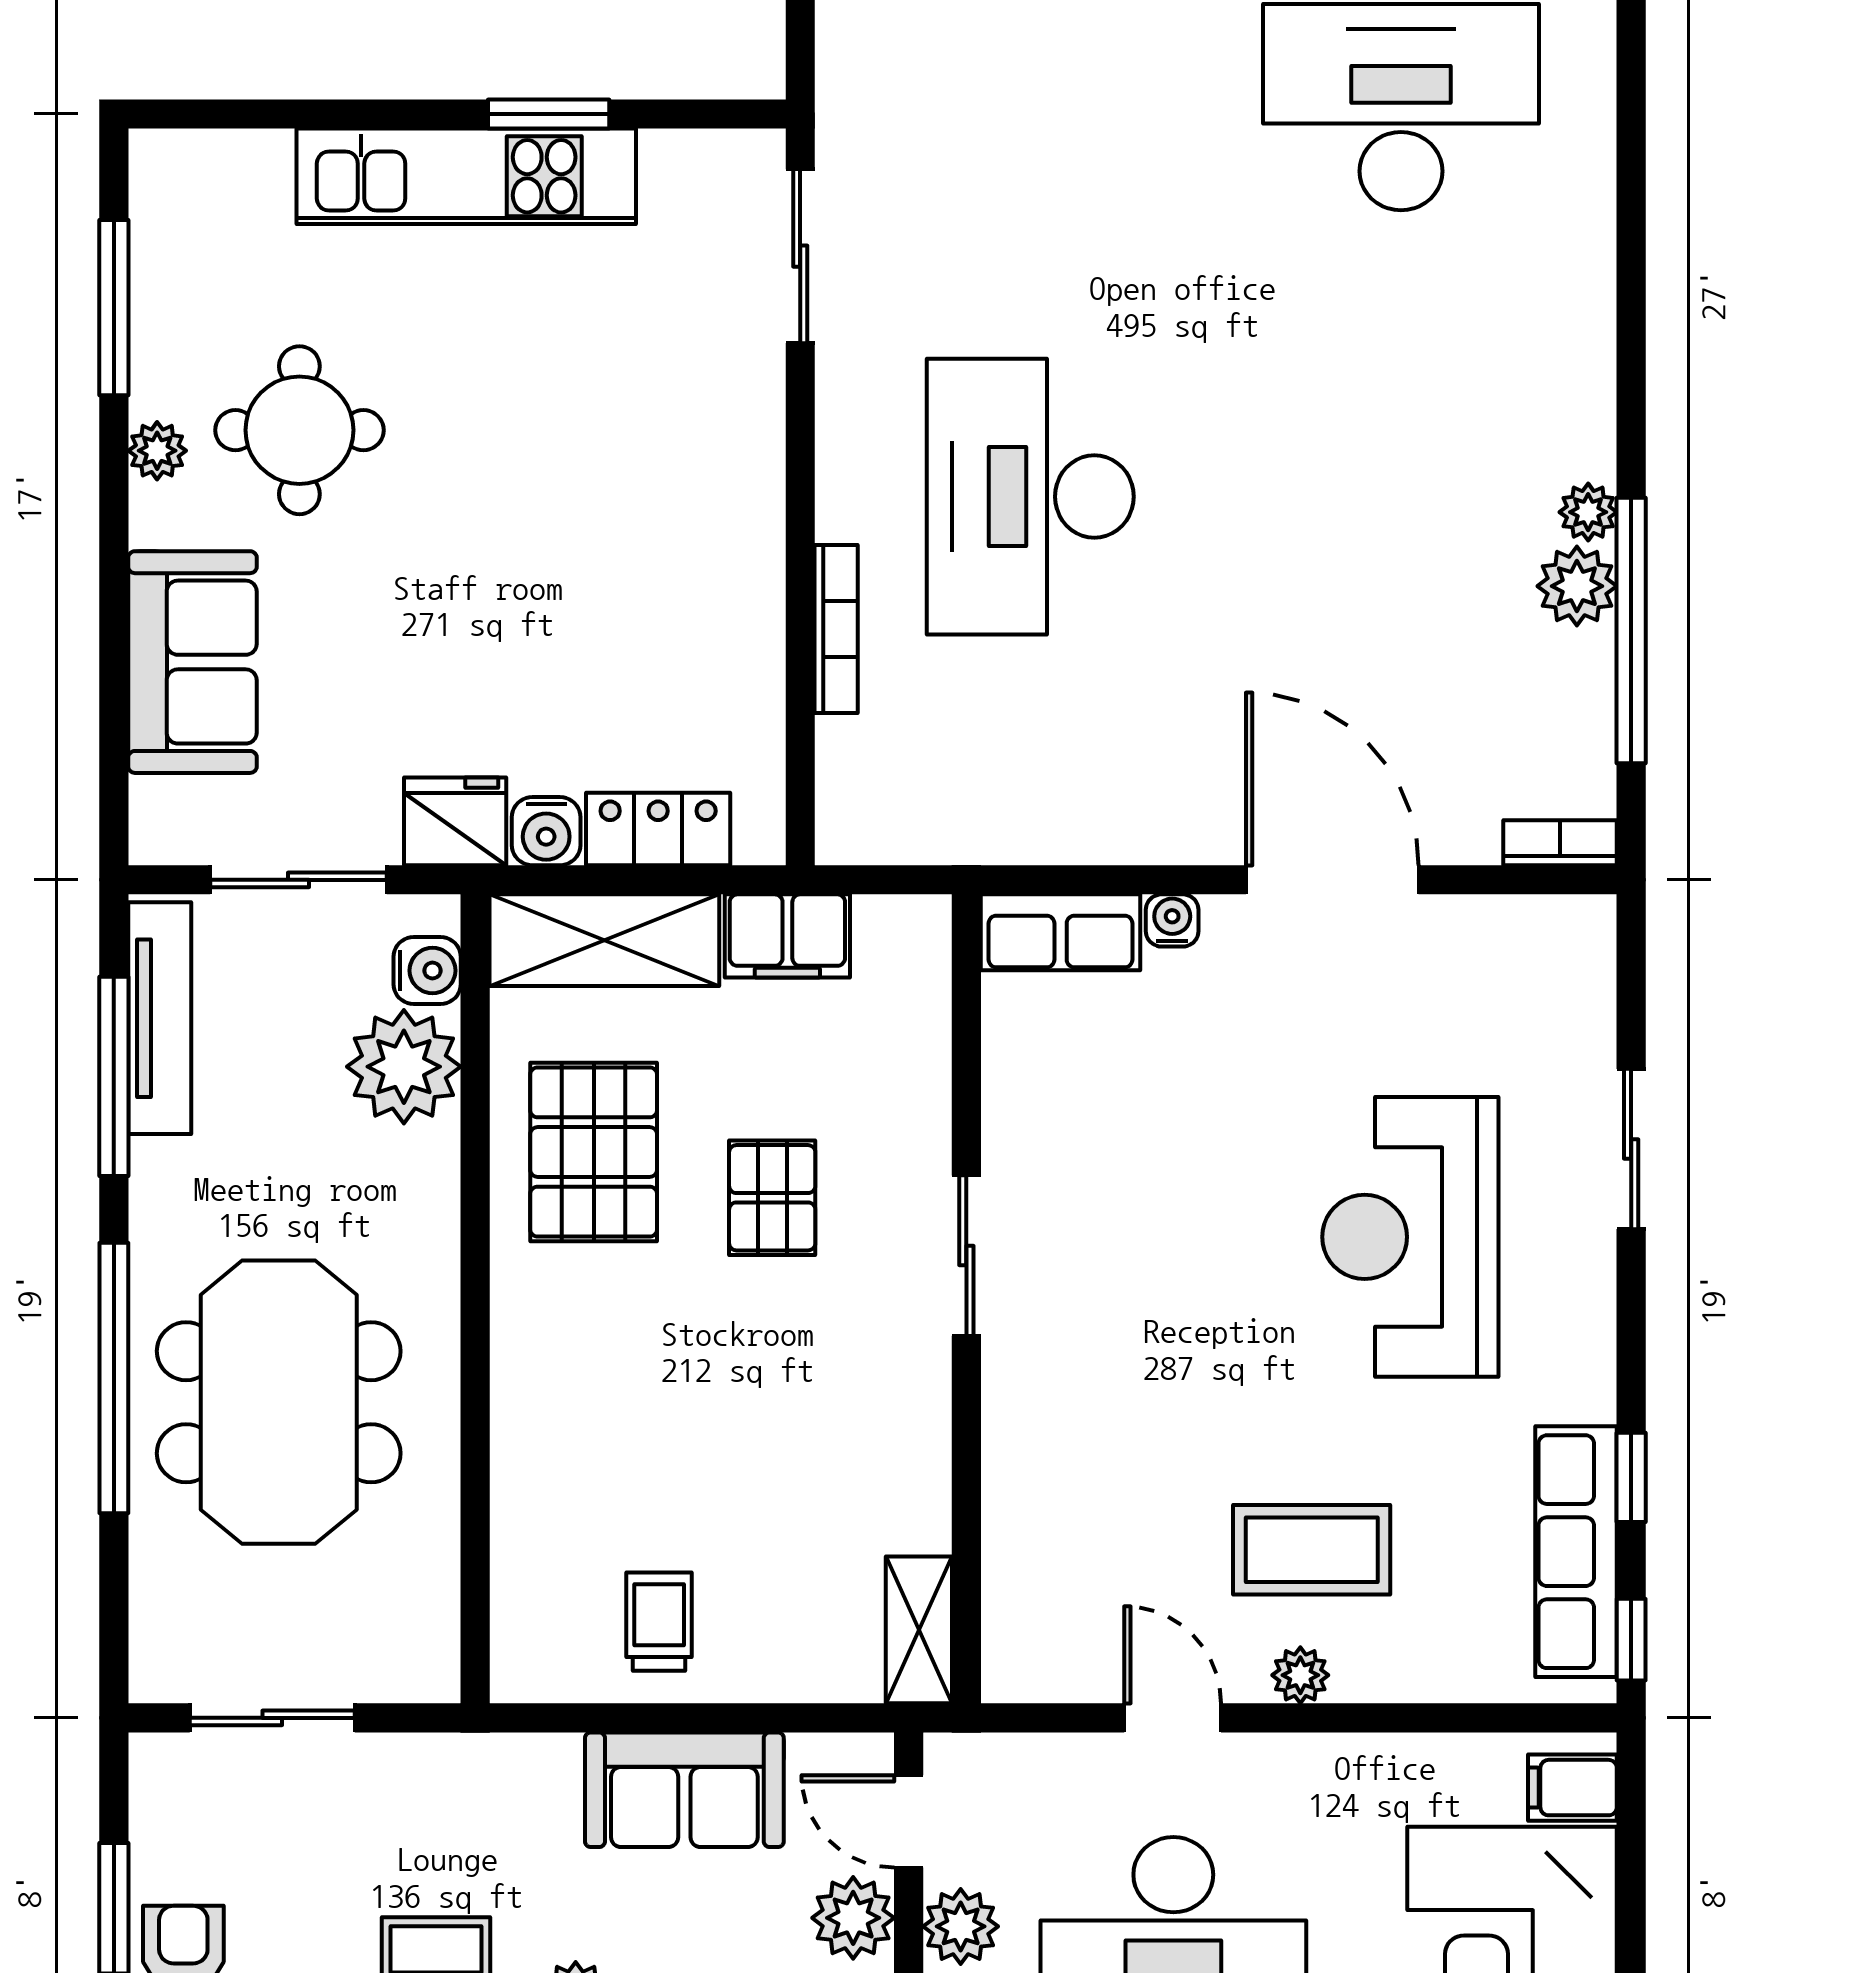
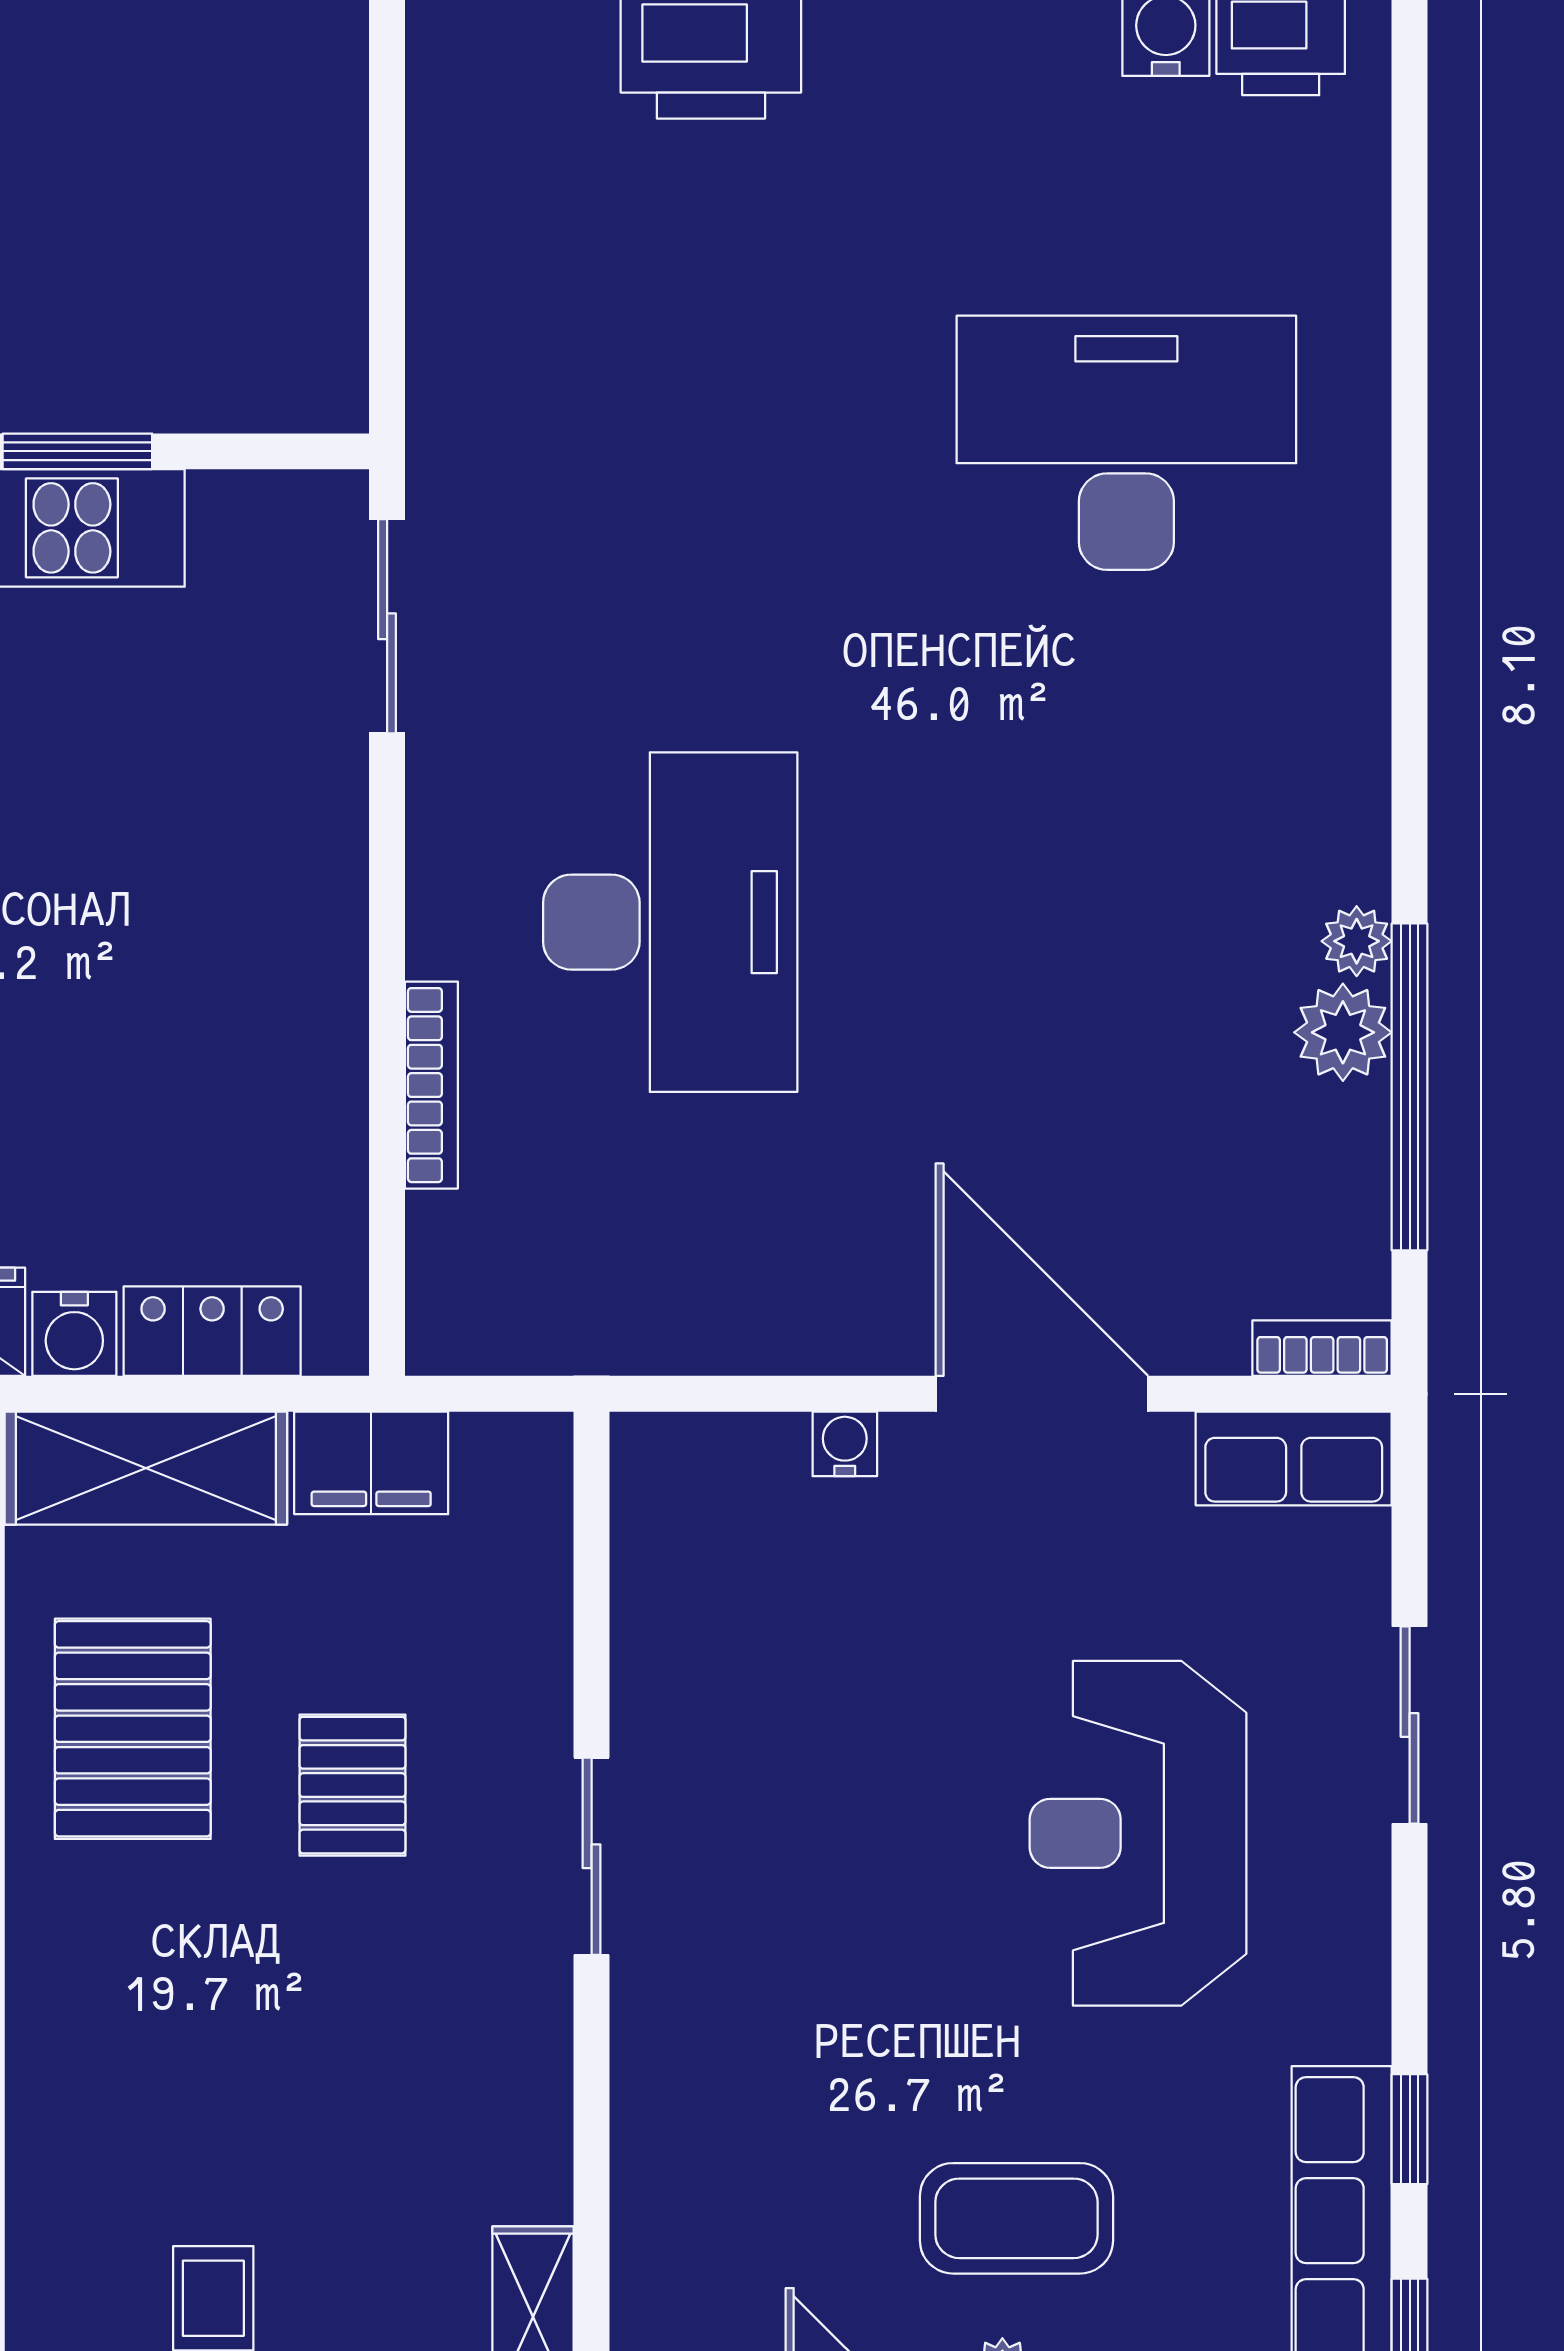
desk: (1030, 497) -> (670, 922), turned 180
row of seats: (1061, 932) -> (1294, 1458), moved

